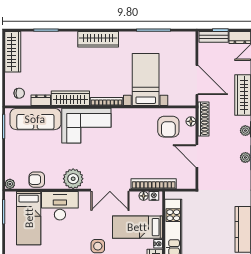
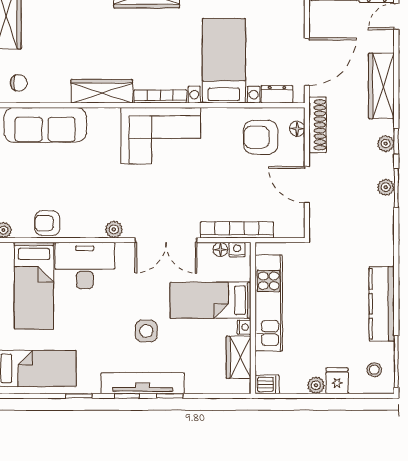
door: (197, 80) -> (307, 62), hinge flipped
dresser: (41, 100) -> (277, 94), moved
corner sofa: (86, 126) -> (161, 136), moved
armchair: (168, 127) -> (261, 137), turned 90
plant: (73, 179) -> (114, 229), width x0.53, depth x0.53

